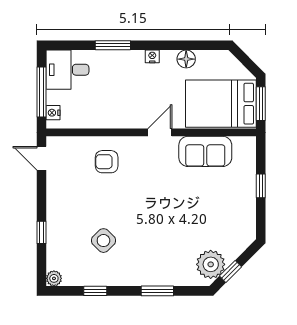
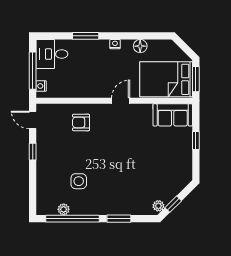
sofa: (205, 151) -> (173, 115), moved
window: (41, 232) -> (33, 152), moved
side table: (103, 241) -> (79, 181), turned 45
plant: (211, 264) -> (158, 206), width x0.53, depth x0.53
plant: (54, 278) -> (64, 209), moved
window: (95, 291) -> (73, 219), width x3.17

